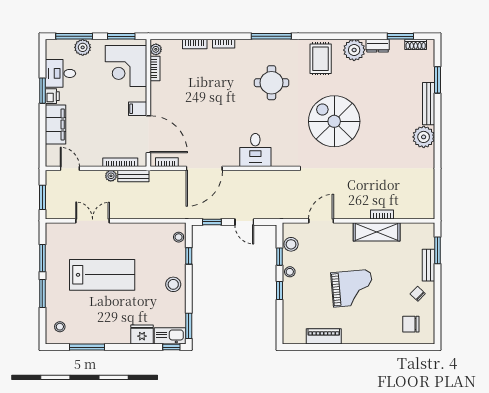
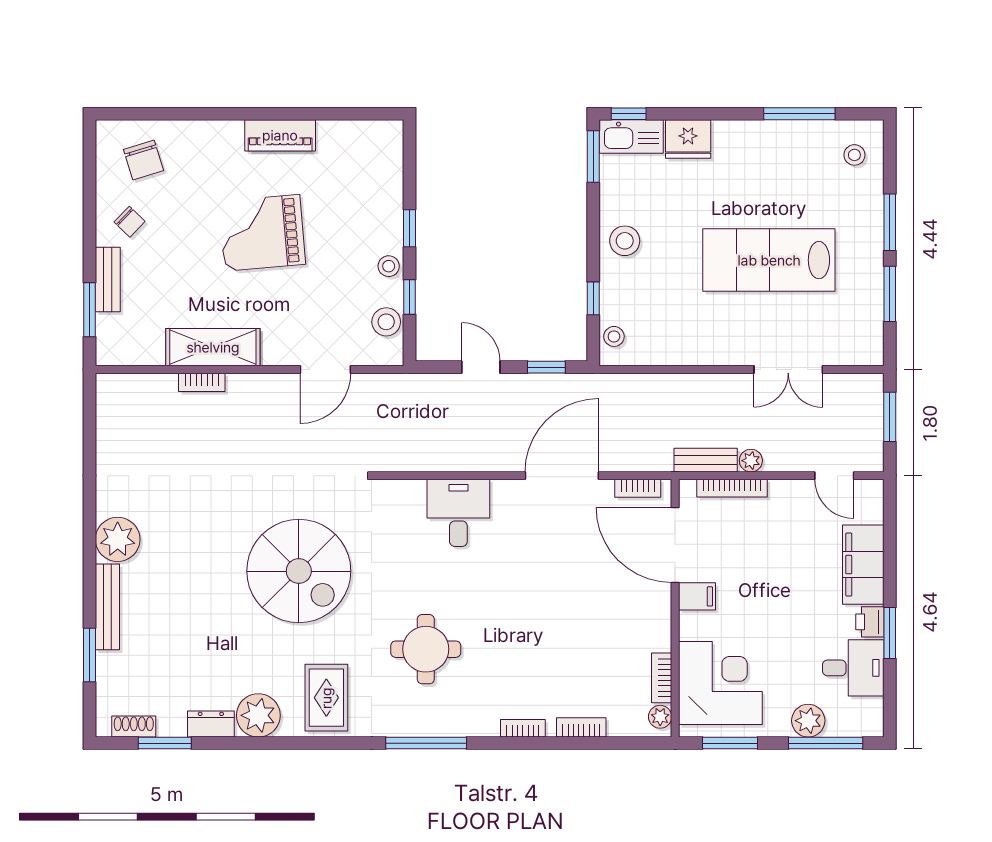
chair: (411, 324) -> (144, 160), turned 73
piano: (324, 336) -> (280, 135), moved

